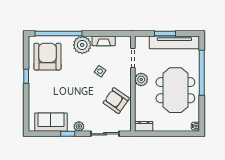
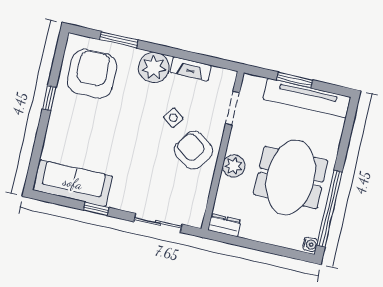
window: (59, 34) -> (119, 40), width x0.47
window: (202, 73) -> (329, 209), moved
plant: (141, 79) -> (234, 166), moved
armchair: (116, 101) -> (194, 150), moved
sofa: (51, 122) -> (73, 183), width x1.36
plant: (79, 126) -> (117, 201), removed

